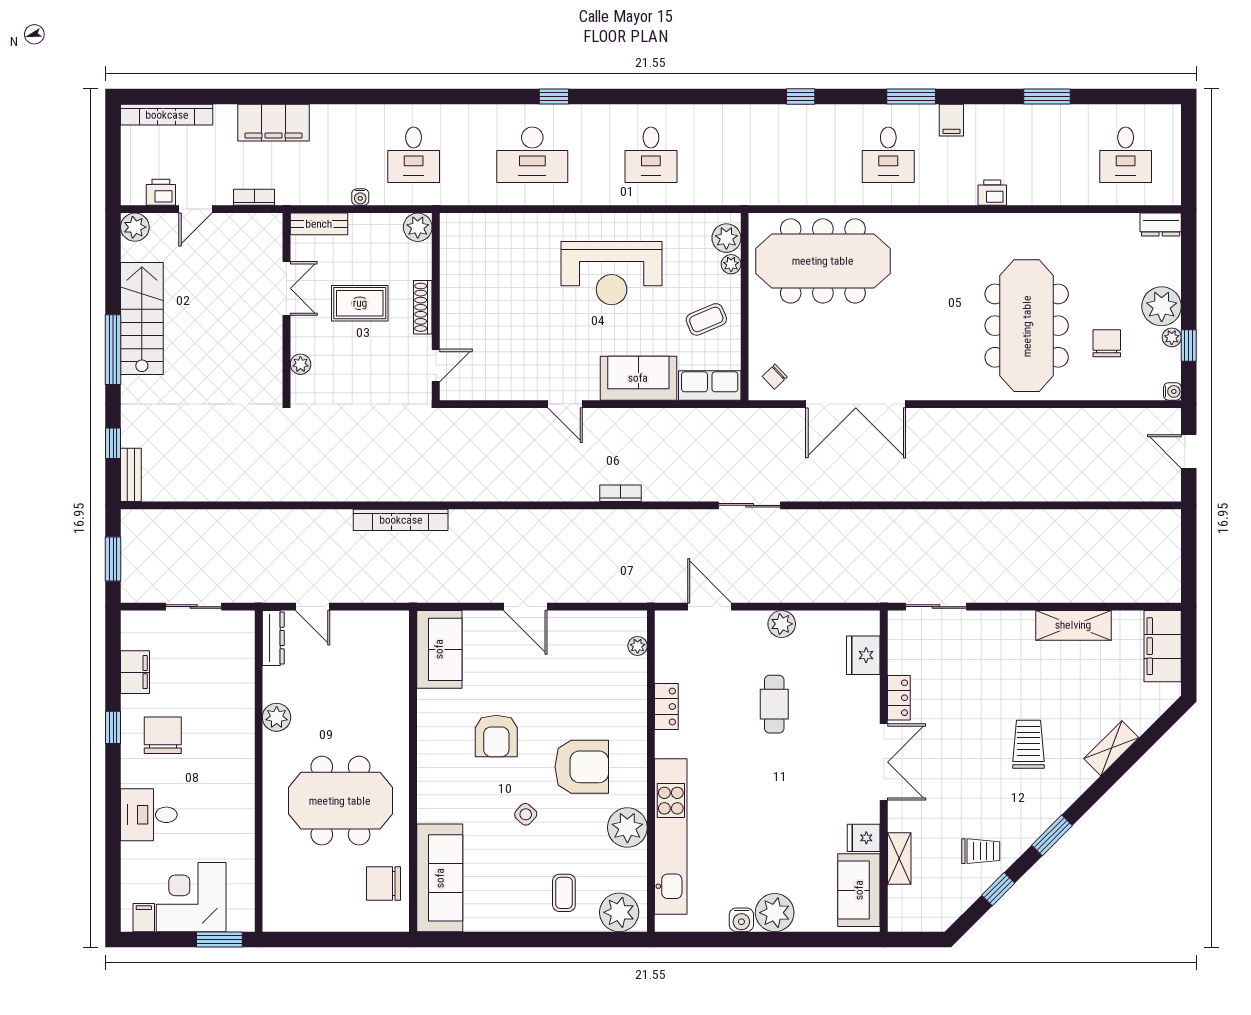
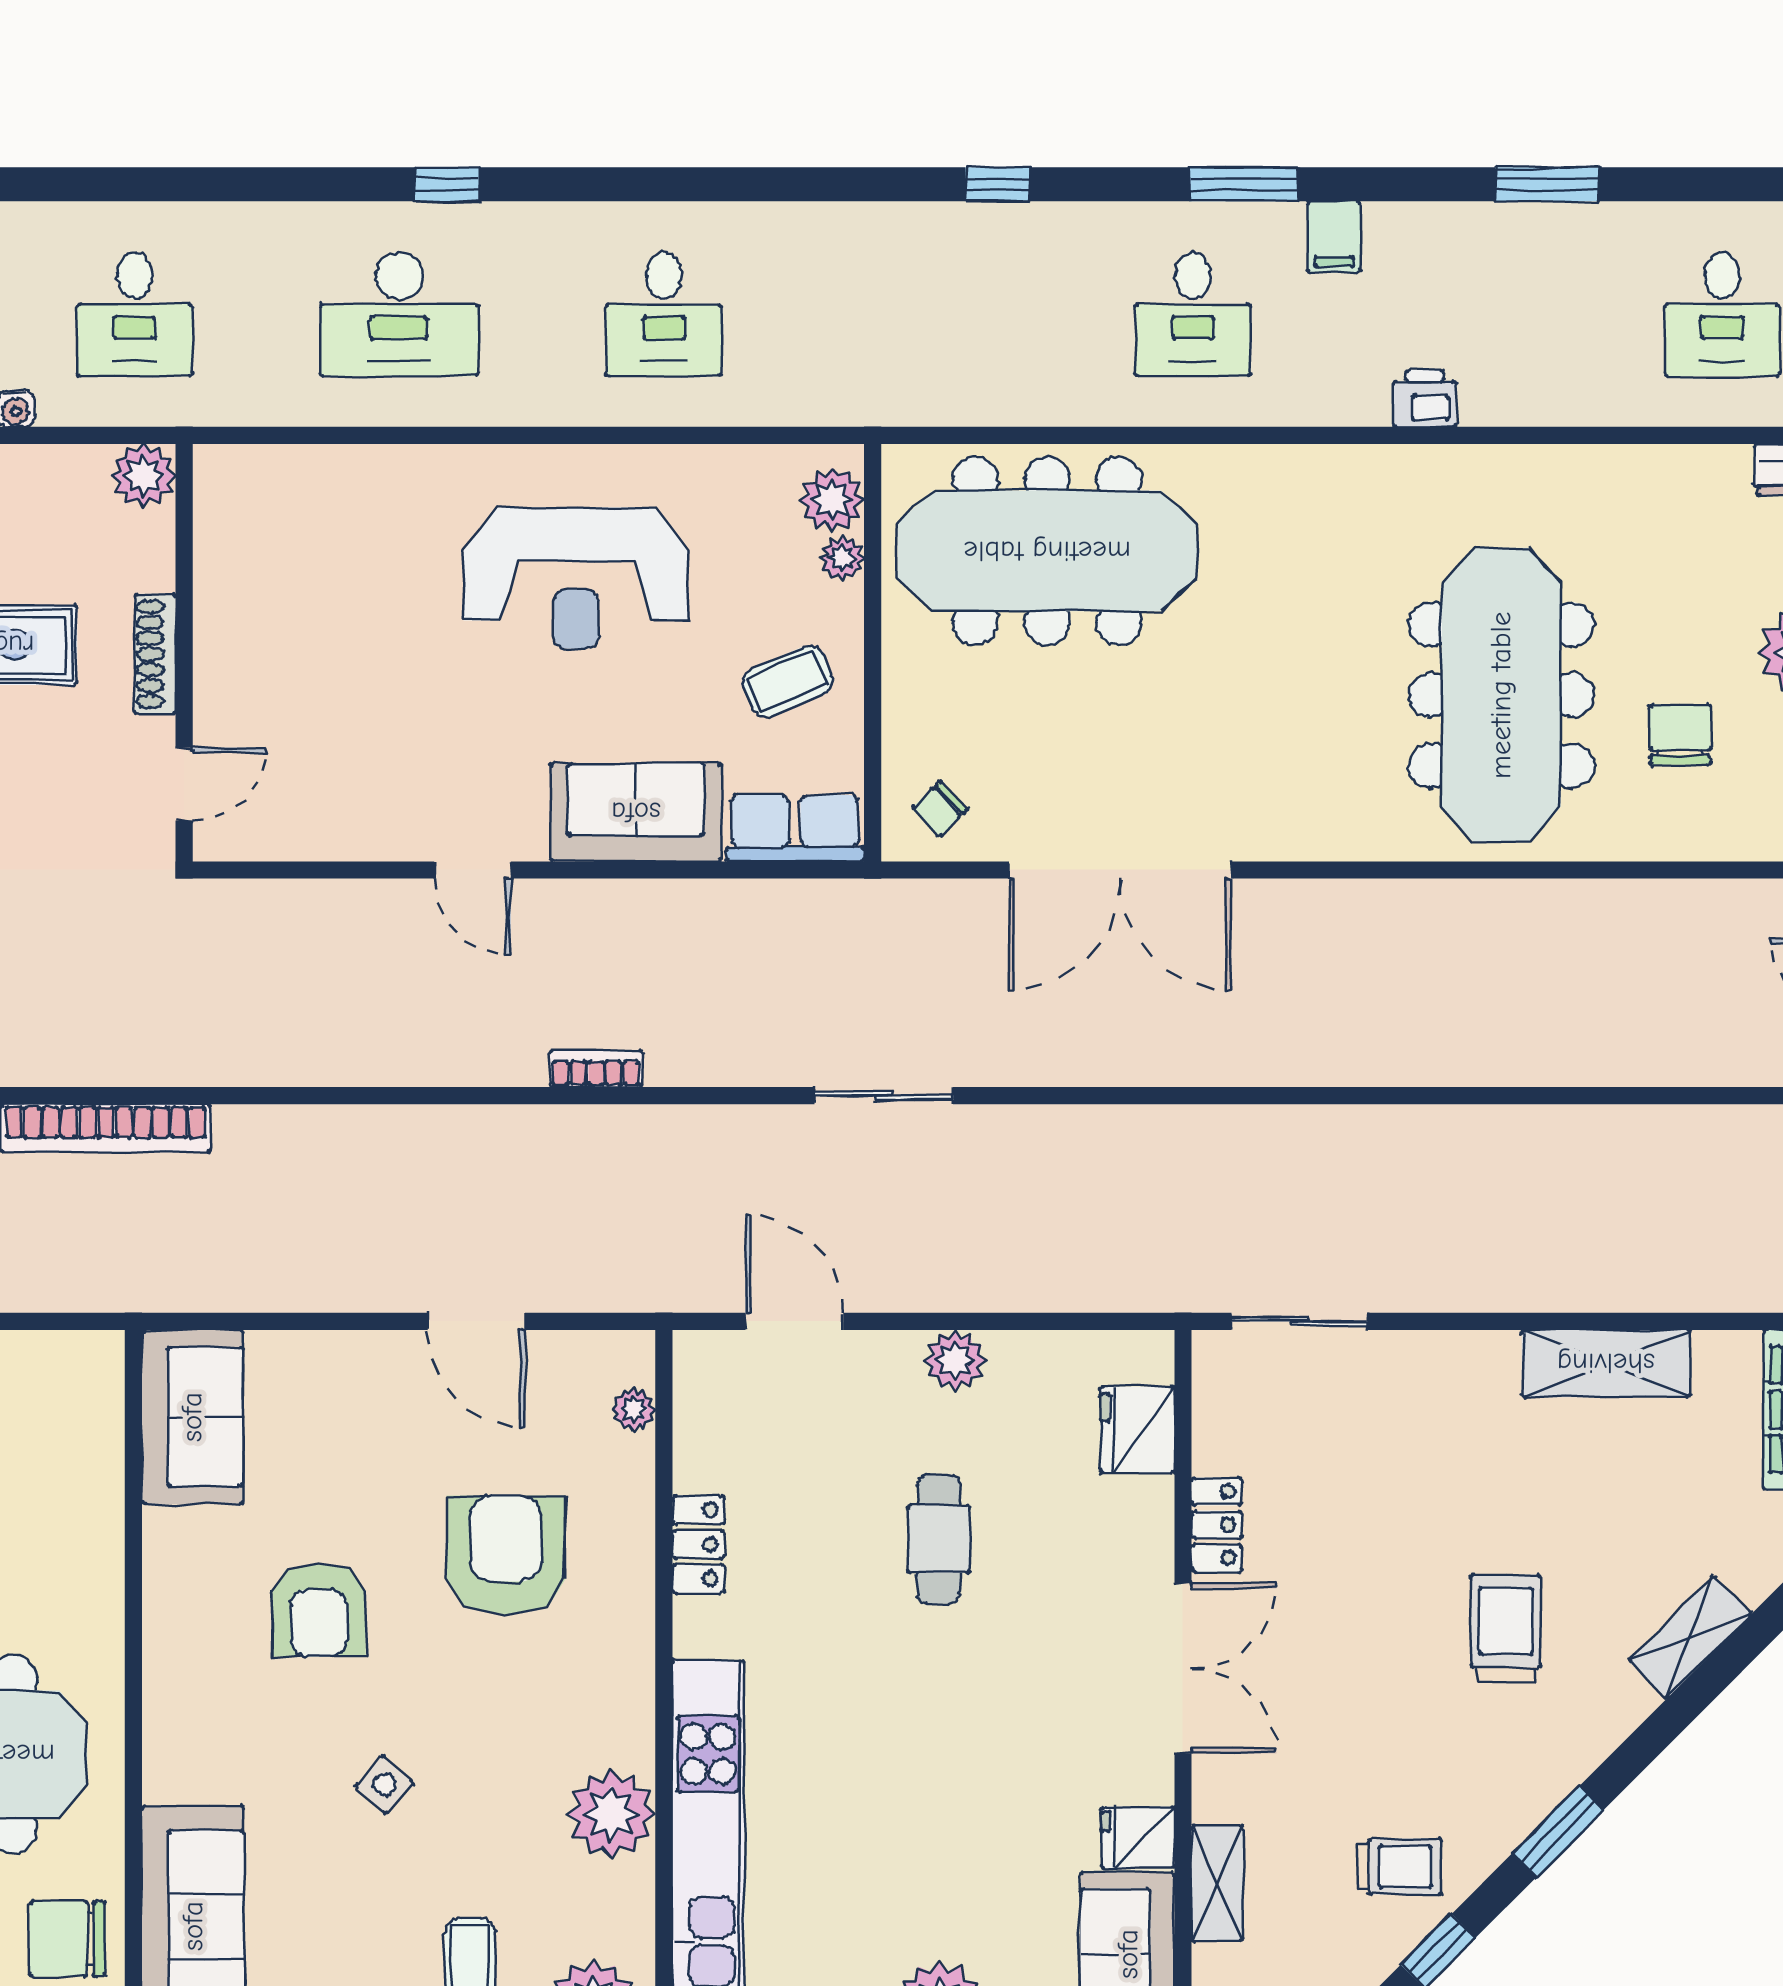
door: (525, 607) -> (476, 1321), moved
armchair: (582, 767) -> (506, 1555), moved, turned -90

